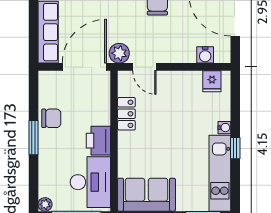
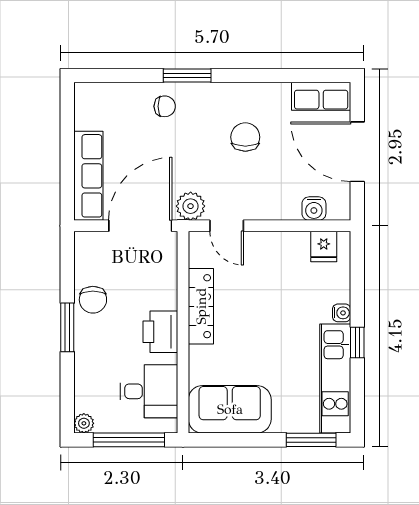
locker: (126, 114) -> (201, 306), width x1.53
chair: (51, 118) -> (93, 300), turned 90
desk: (90, 182) -> (149, 391), width x0.73

